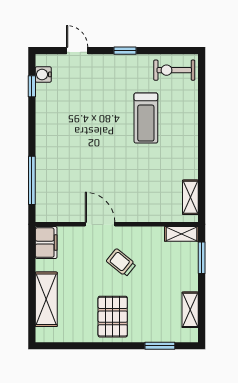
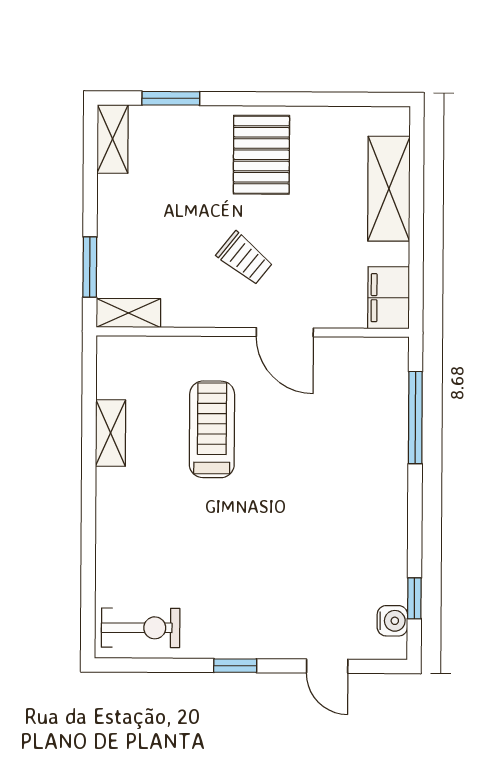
treadmill: (146, 118) -> (212, 429), moved
shelving: (190, 197) -> (111, 433), moved
shelving: (190, 310) -> (113, 139), moved

